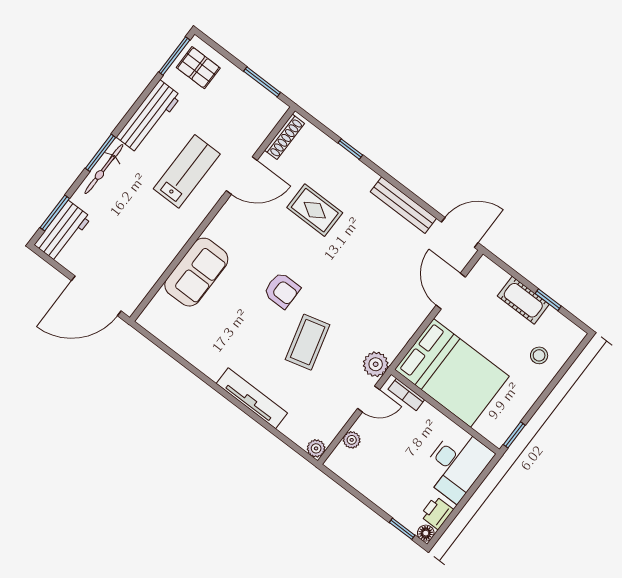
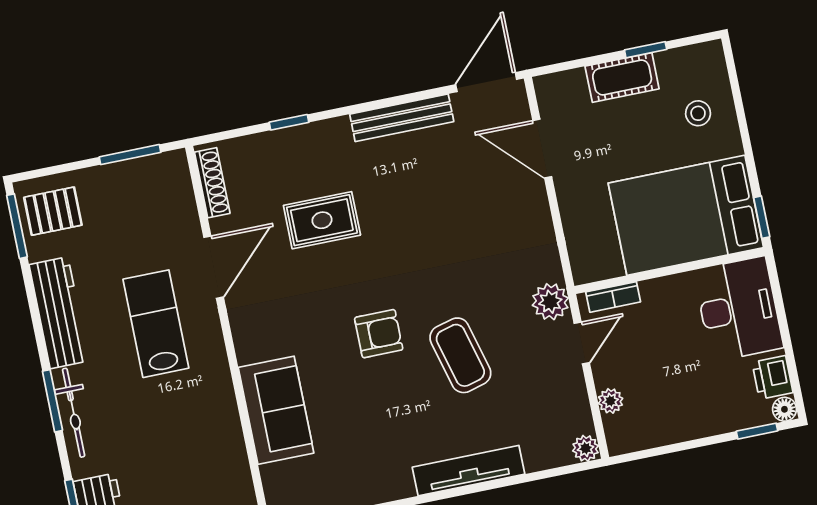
bed: (452, 373) -> (686, 215), moved, turned 180

